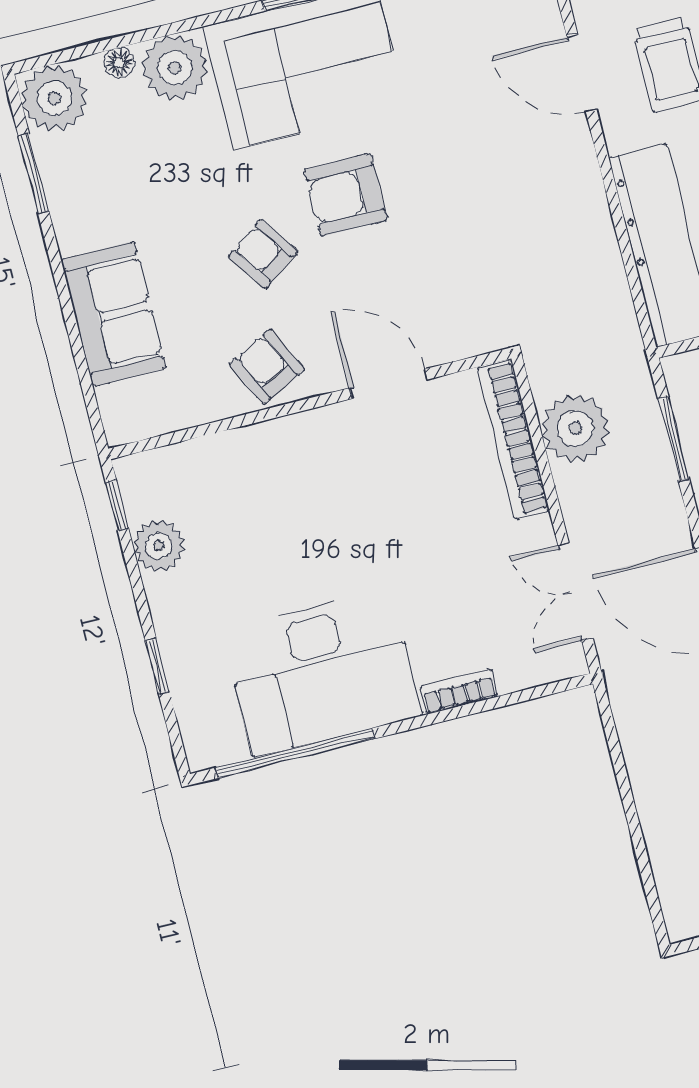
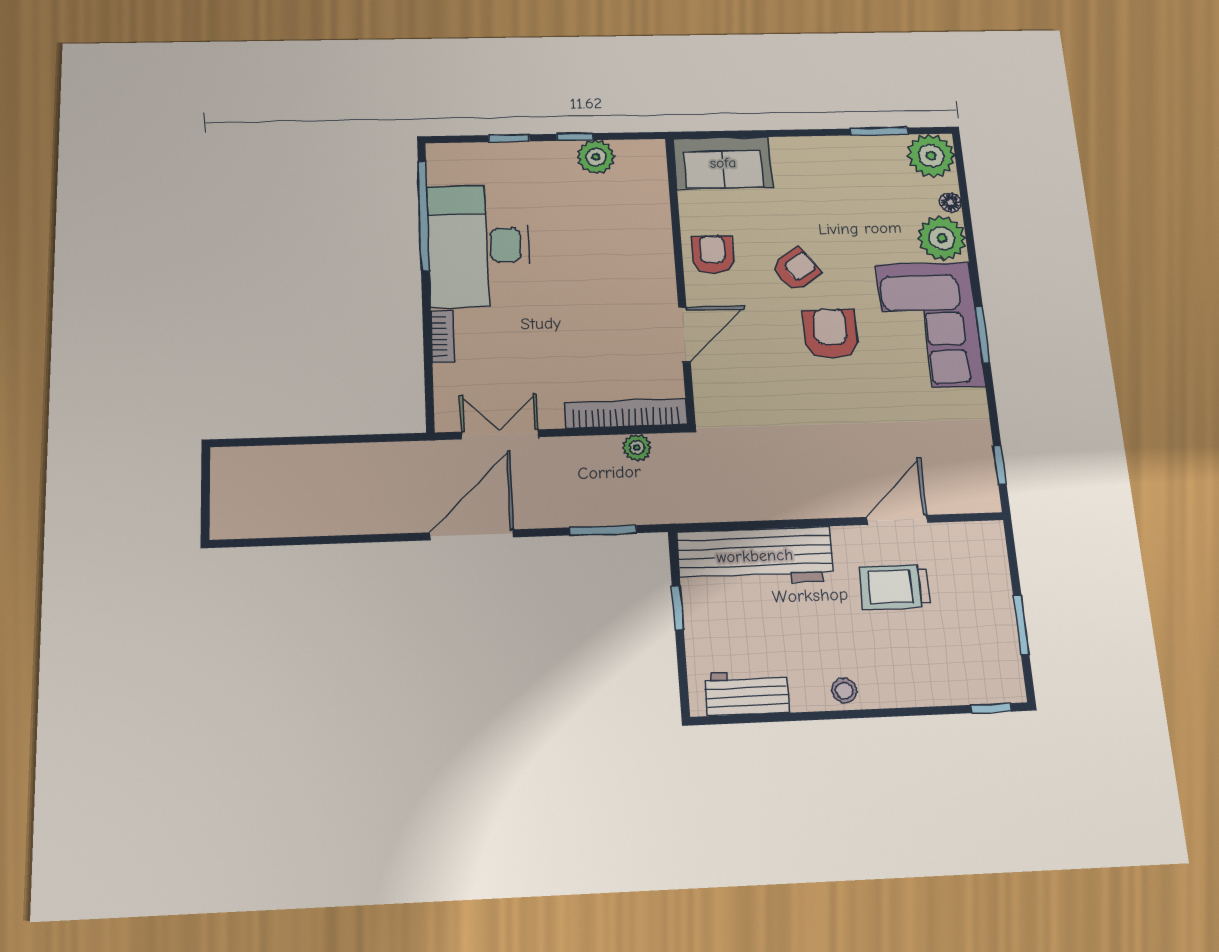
sofa: (113, 314) -> (723, 163), moved
armchair: (267, 367) -> (713, 255), turned -63
plant: (575, 428) -> (637, 448), width x0.53, depth x0.53
window: (117, 505) -> (575, 137), moved

